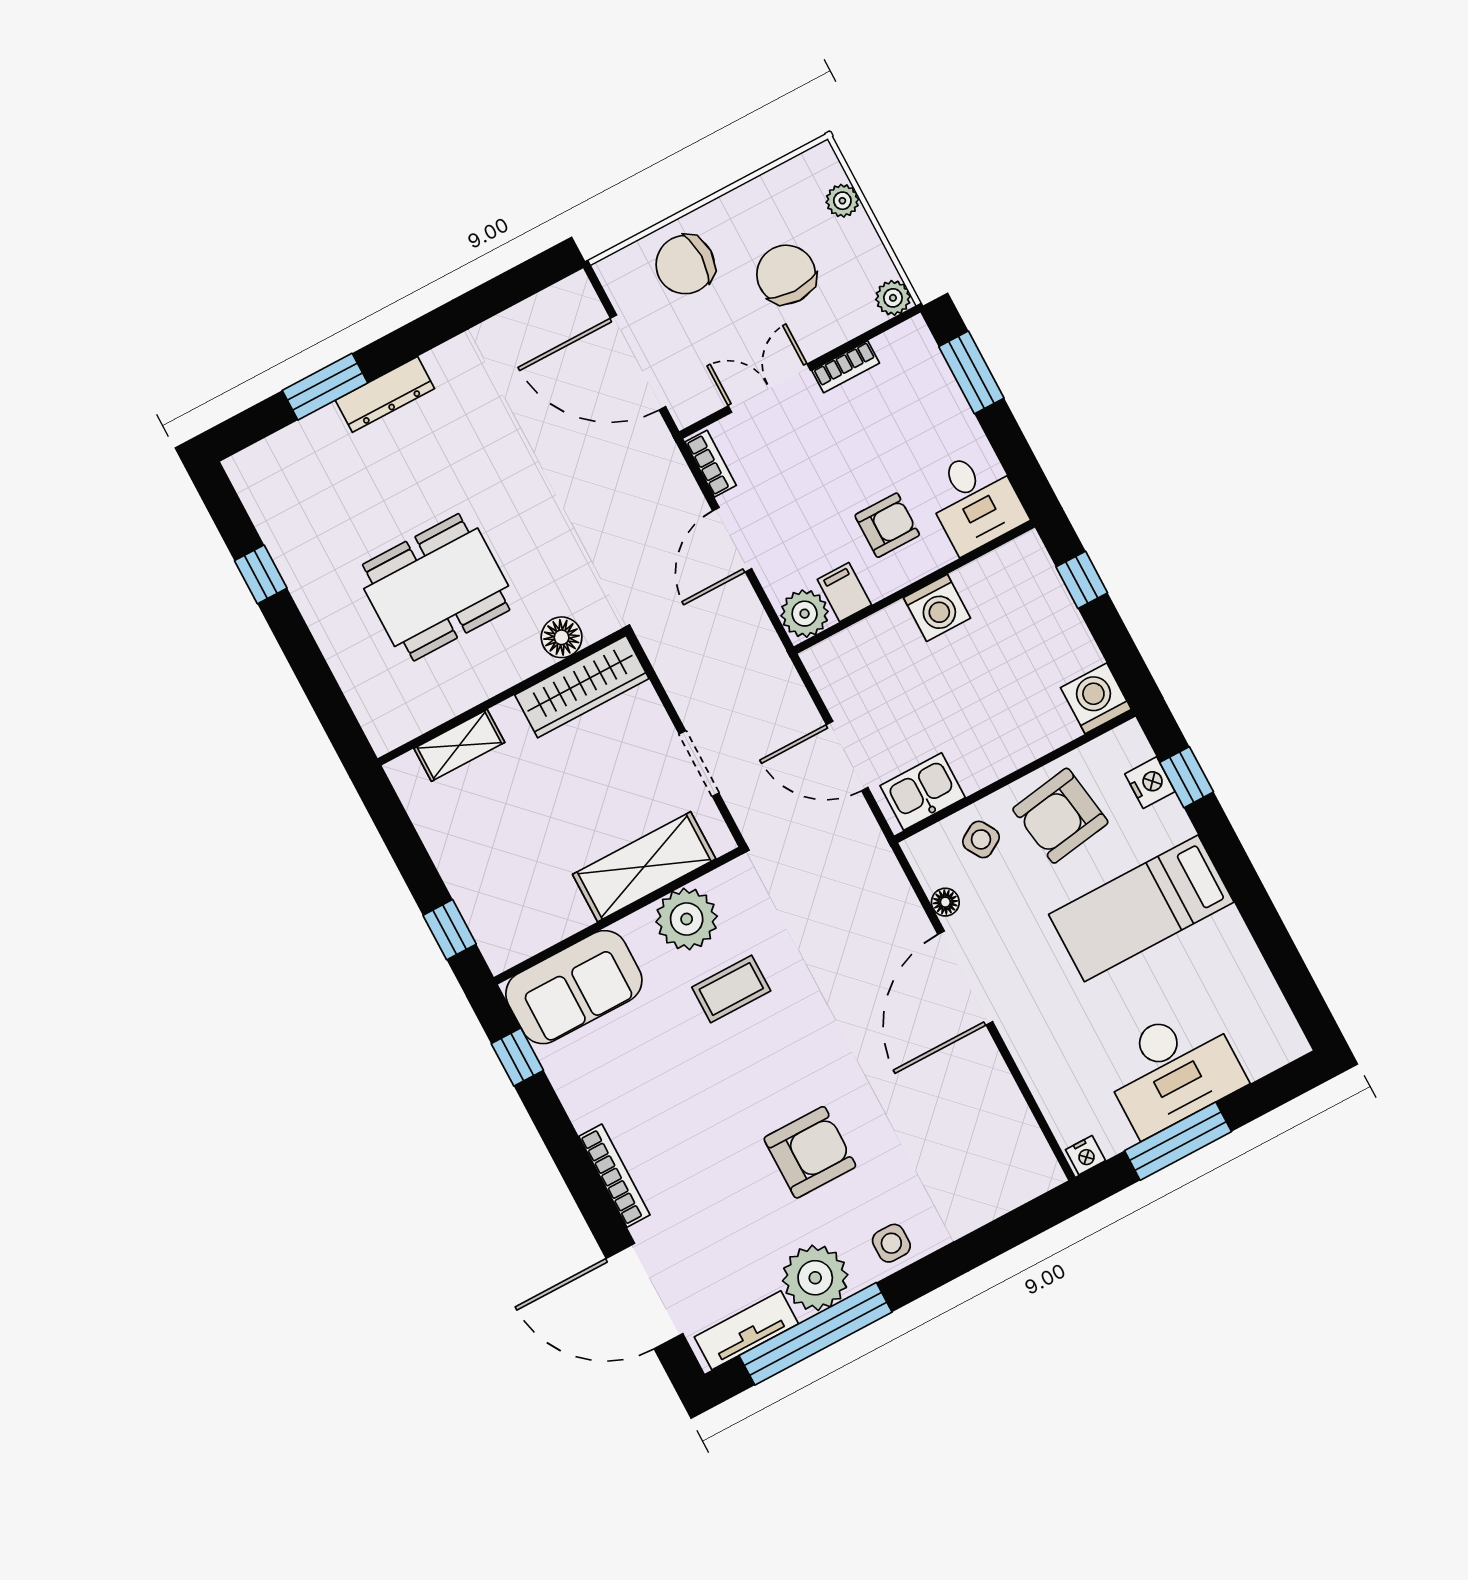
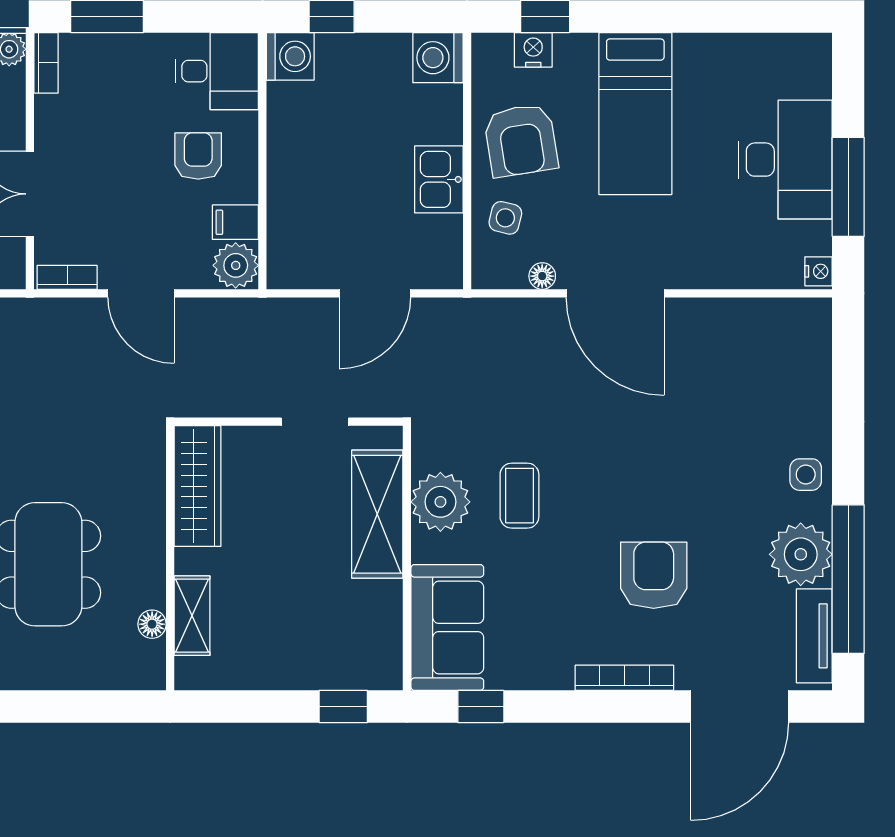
bookcase: (846, 367) -> (46, 63), moved
washing machine: (937, 608) -> (290, 56), moved
floor lamp: (562, 637) -> (152, 624), moved, width x0.73, depth x0.73
kitchen sink: (923, 792) -> (439, 179), moved
side table: (981, 839) -> (505, 218), turned 45
armchair: (810, 1152) -> (654, 575), moved

